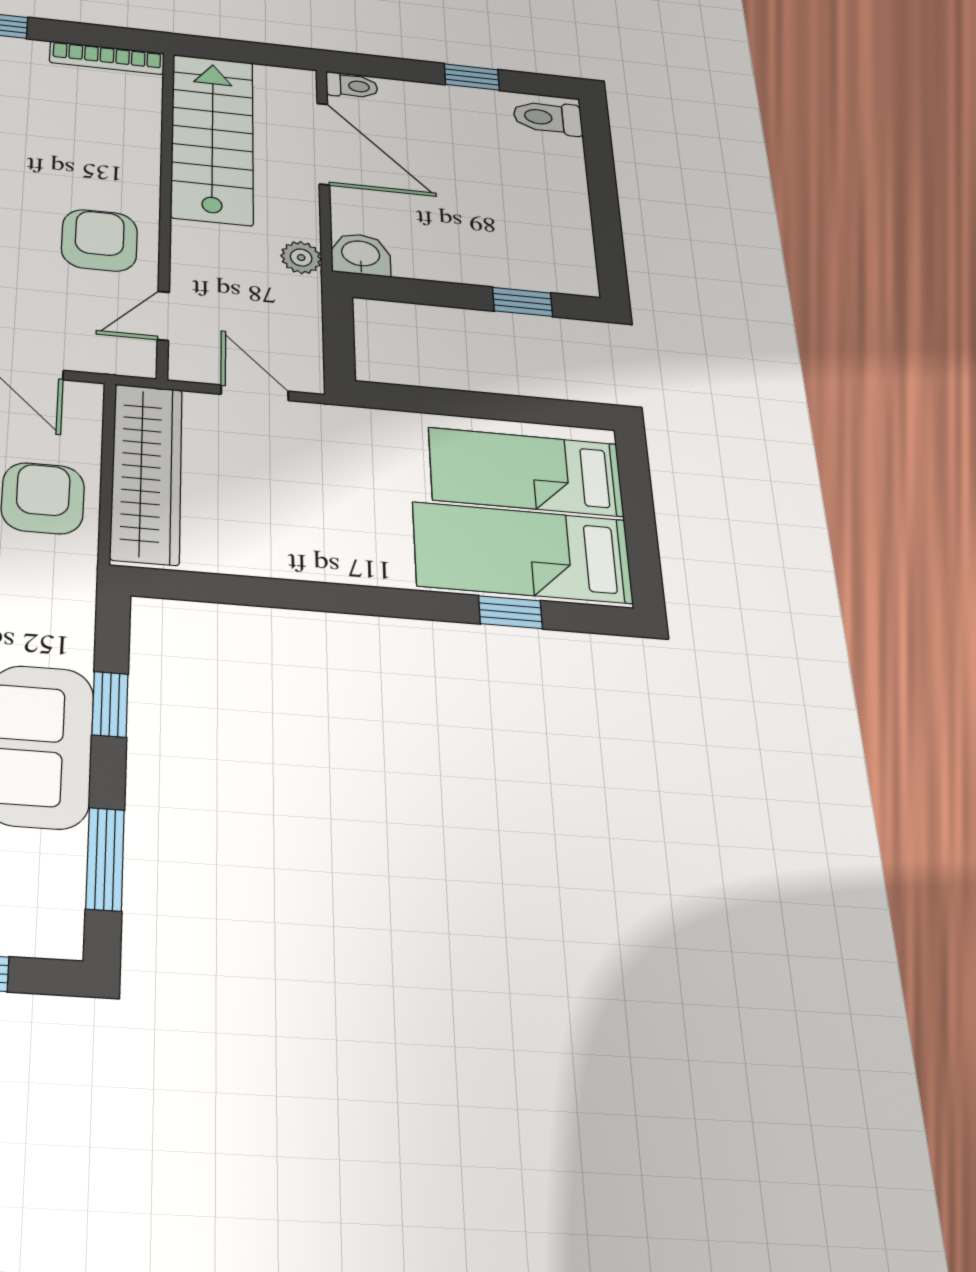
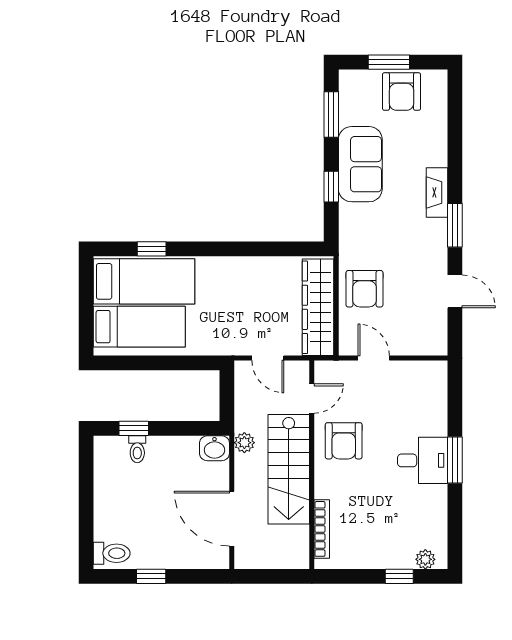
bookcase: (107, 58) -> (322, 529), moved, turned 90
toilet: (352, 86) -> (137, 449), moved, turned -90
stairs: (212, 138) -> (289, 469), moved

